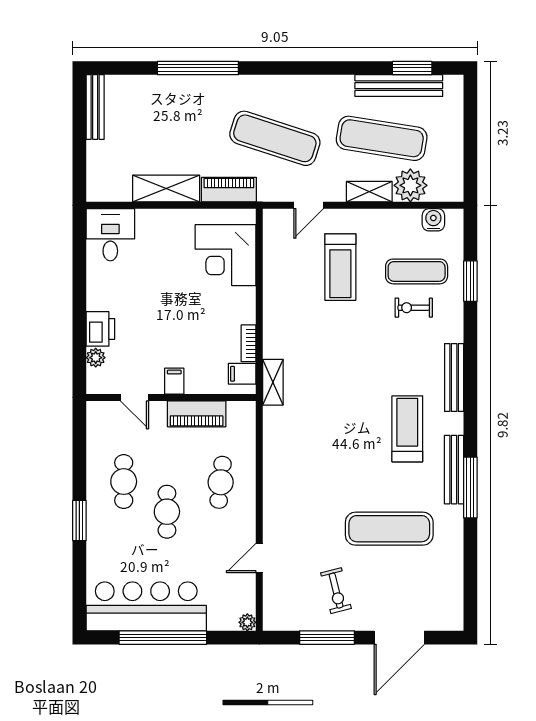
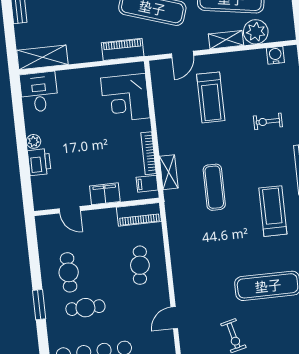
shelving: (166, 189) -> (42, 57), moved
exercise mat: (417, 271) -> (214, 187), moved, turned 90
bookcase: (249, 343) -> (149, 153), width x1.56
plant: (96, 358) -> (34, 141), moved
filing cabinet: (174, 381) -> (105, 194), width x2.00
shelving: (273, 382) -> (169, 172), moved
piano: (197, 414) -> (139, 214), moved
cafe table: (167, 512) -> (85, 308), moved, turned 90

